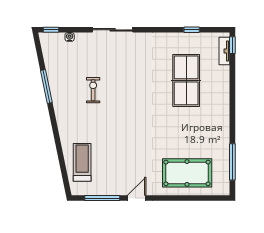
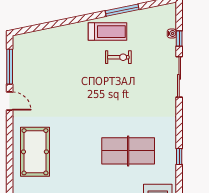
window: (51, 30) -> (179, 39), moved
treadmill: (82, 162) -> (107, 32), moved

